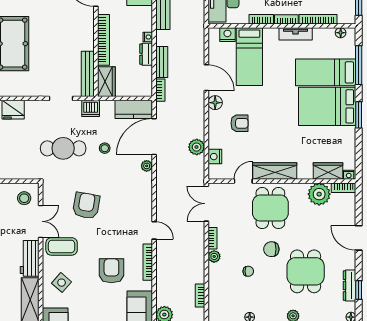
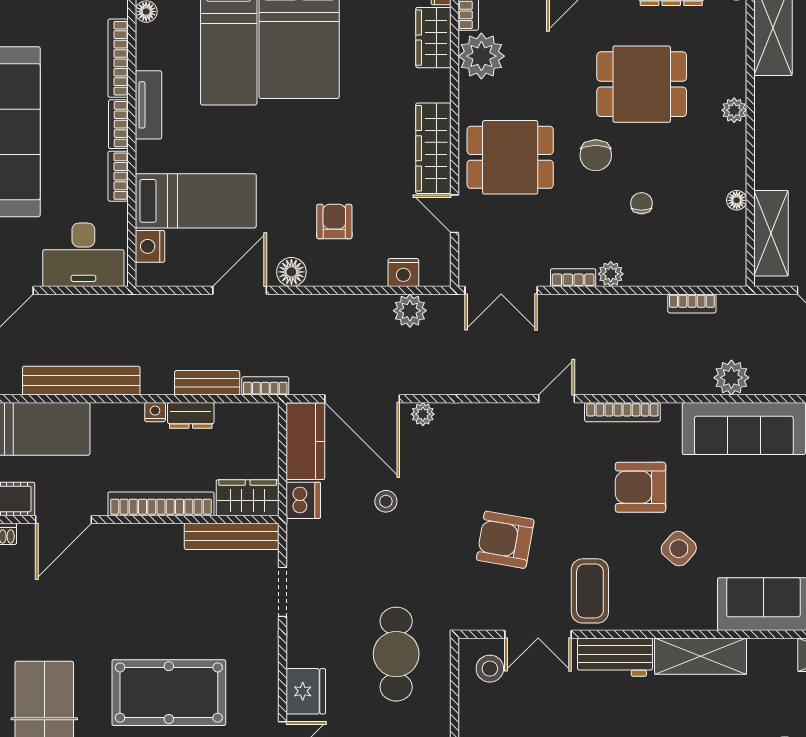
dishwasher: (91, 108) -> (303, 500), moved
plant: (197, 147) -> (410, 311), moved
cafe table: (63, 148) -> (396, 654), moved
double door: (41, 221) -> (538, 634), swing flipped
side table: (62, 283) -> (679, 549), moved

